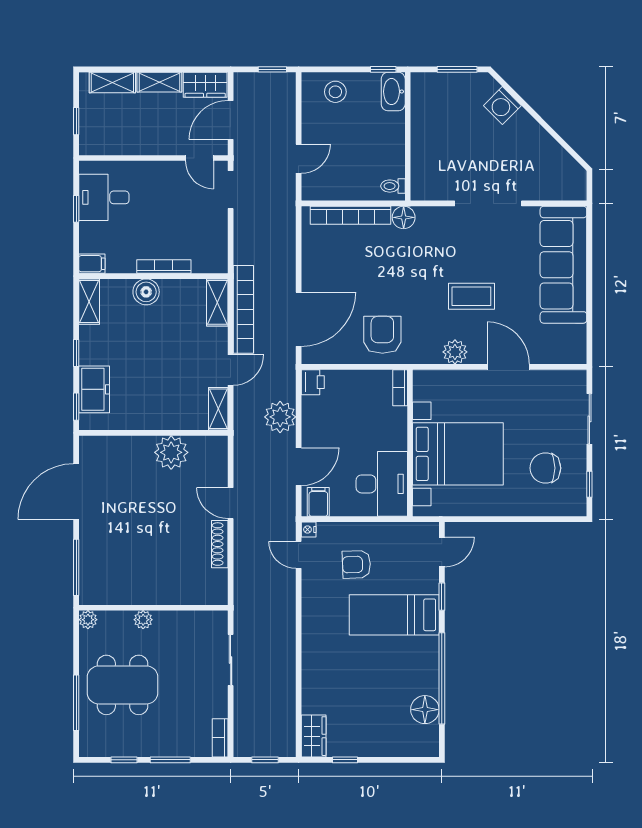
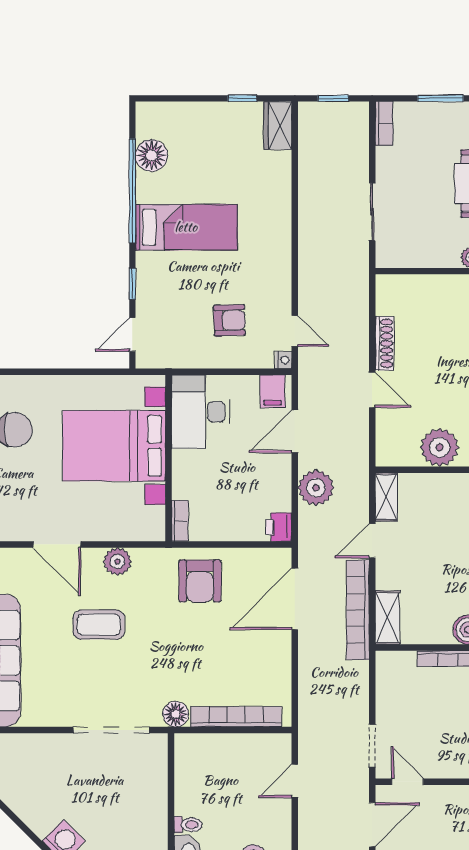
toilet: (393, 186) -> (188, 825), moved
doorway: (488, 203) -> (111, 730), moved
bed: (394, 615) -> (186, 227), moved

